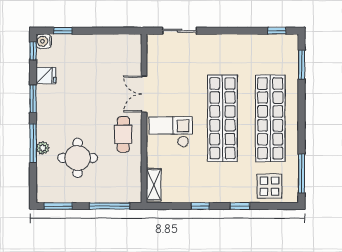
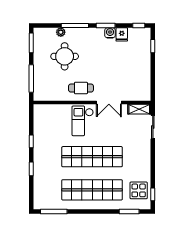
water cooler: (44, 41) -> (110, 33), moved
double door: (144, 94) -> (109, 102), swing flipped
checkout: (171, 132) -> (83, 121), turned 180
plant: (43, 148) -> (61, 32), moved
shelving: (154, 185) -> (139, 109), moved
display table: (269, 186) -> (139, 190), moved

